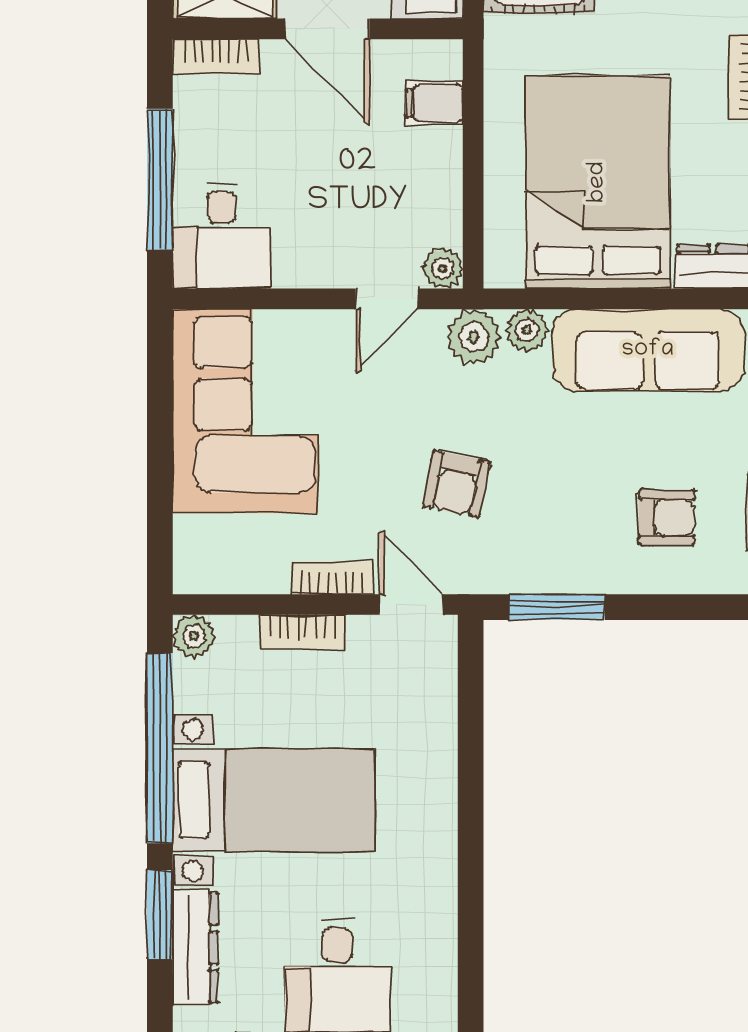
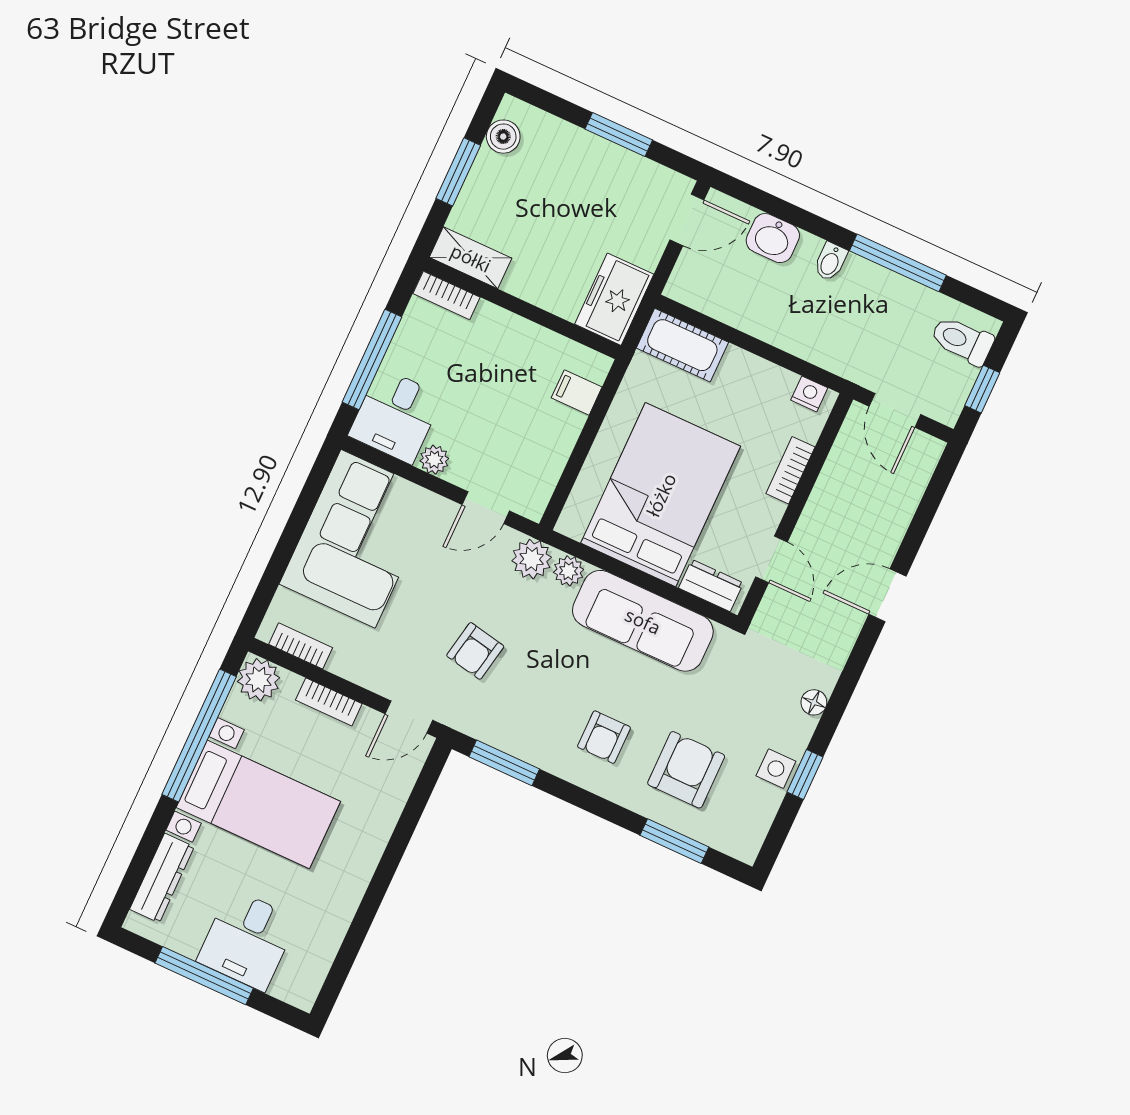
door: (327, 29) -> (528, 311), removed
plant: (443, 268) -> (434, 460), moved
armchair: (667, 518) -> (604, 737), turned 90
bookcase: (332, 578) -> (301, 646), moved
door: (411, 605) -> (409, 717), swing flipped
plant: (194, 636) -> (259, 680), width x1.38, depth x1.38
window: (160, 915) -> (149, 845), removed

